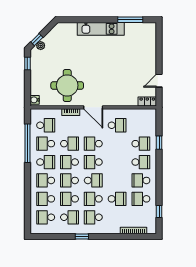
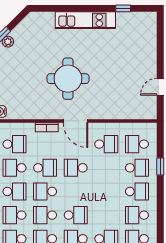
window: (130, 20) -> (123, 8), width x0.46
round table: (67, 85) -> (68, 79), moved
locker: (147, 101) -> (145, 113), removed
school desk: (93, 162) -> (137, 144), moved

